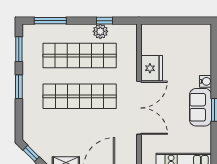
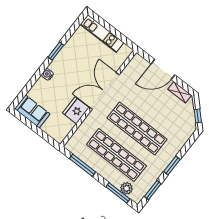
window: (104, 21) -> (82, 165), width x2.17
plant: (100, 31) -> (127, 188), moved
sofa: (200, 107) -> (32, 111), moved, turned -90

